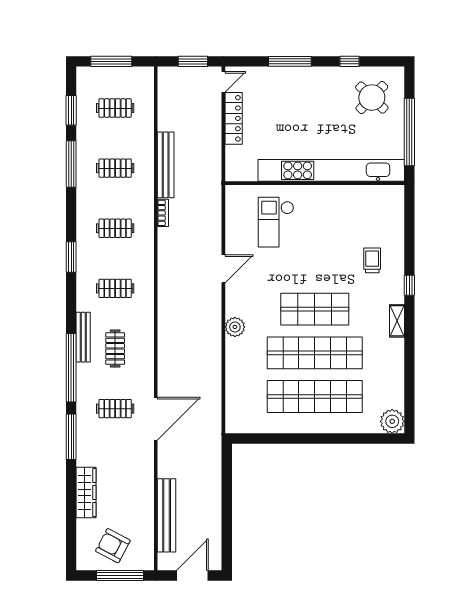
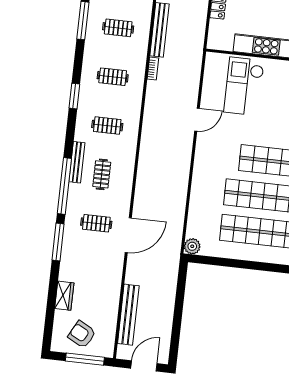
checkout: (276, 222) -> (244, 86), width x1.36, depth x1.21
plant: (235, 327) -> (192, 246), moved
wardrobe: (86, 493) -> (64, 296), width x0.67

